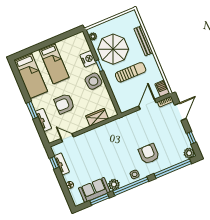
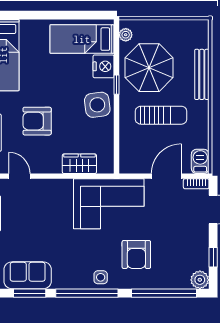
bed: (54, 63) -> (82, 39), moved, turned 90
corner sofa: (122, 132) -> (109, 204), added
armchair: (149, 154) -> (136, 254), turned 180
plant: (114, 184) -> (62, 280), removed

